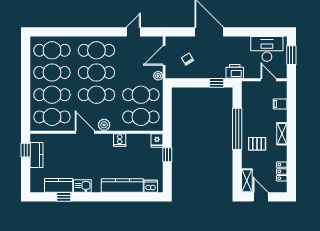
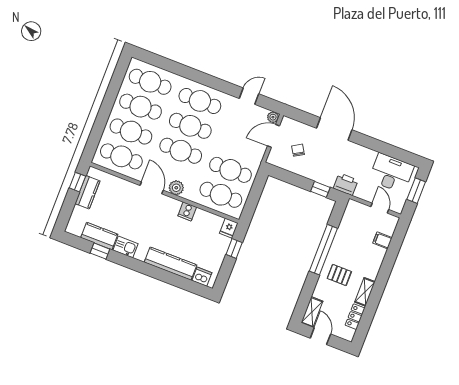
plant: (158, 76) -> (273, 117), moved
shelving: (282, 134) -> (365, 292), moved

